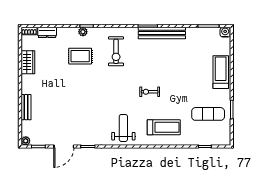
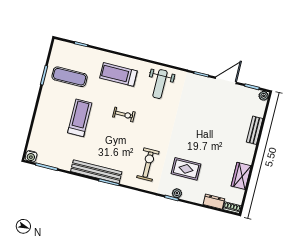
treadmill: (221, 72) -> (80, 118), moved, turned 180

